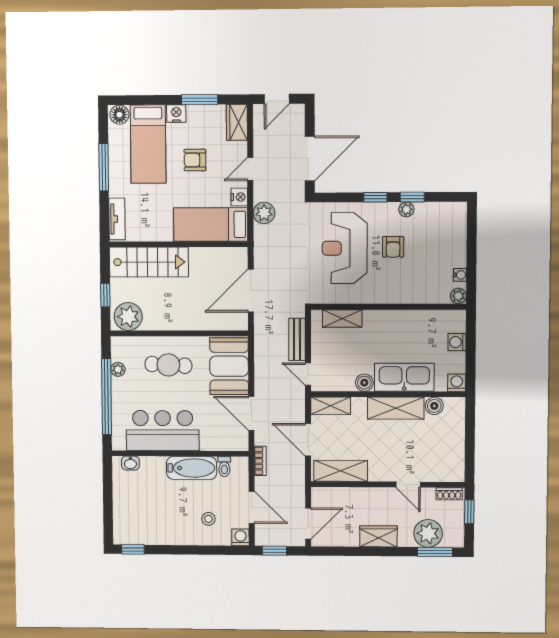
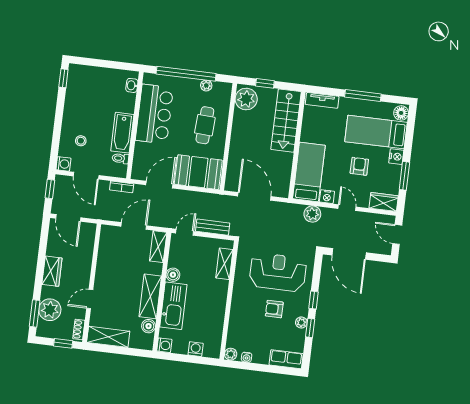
row of seats: (457, 223) -> (286, 359), added
shelving: (341, 471) -> (108, 337), moved, turned 90
door: (252, 507) -> (86, 176), hinge flipped

